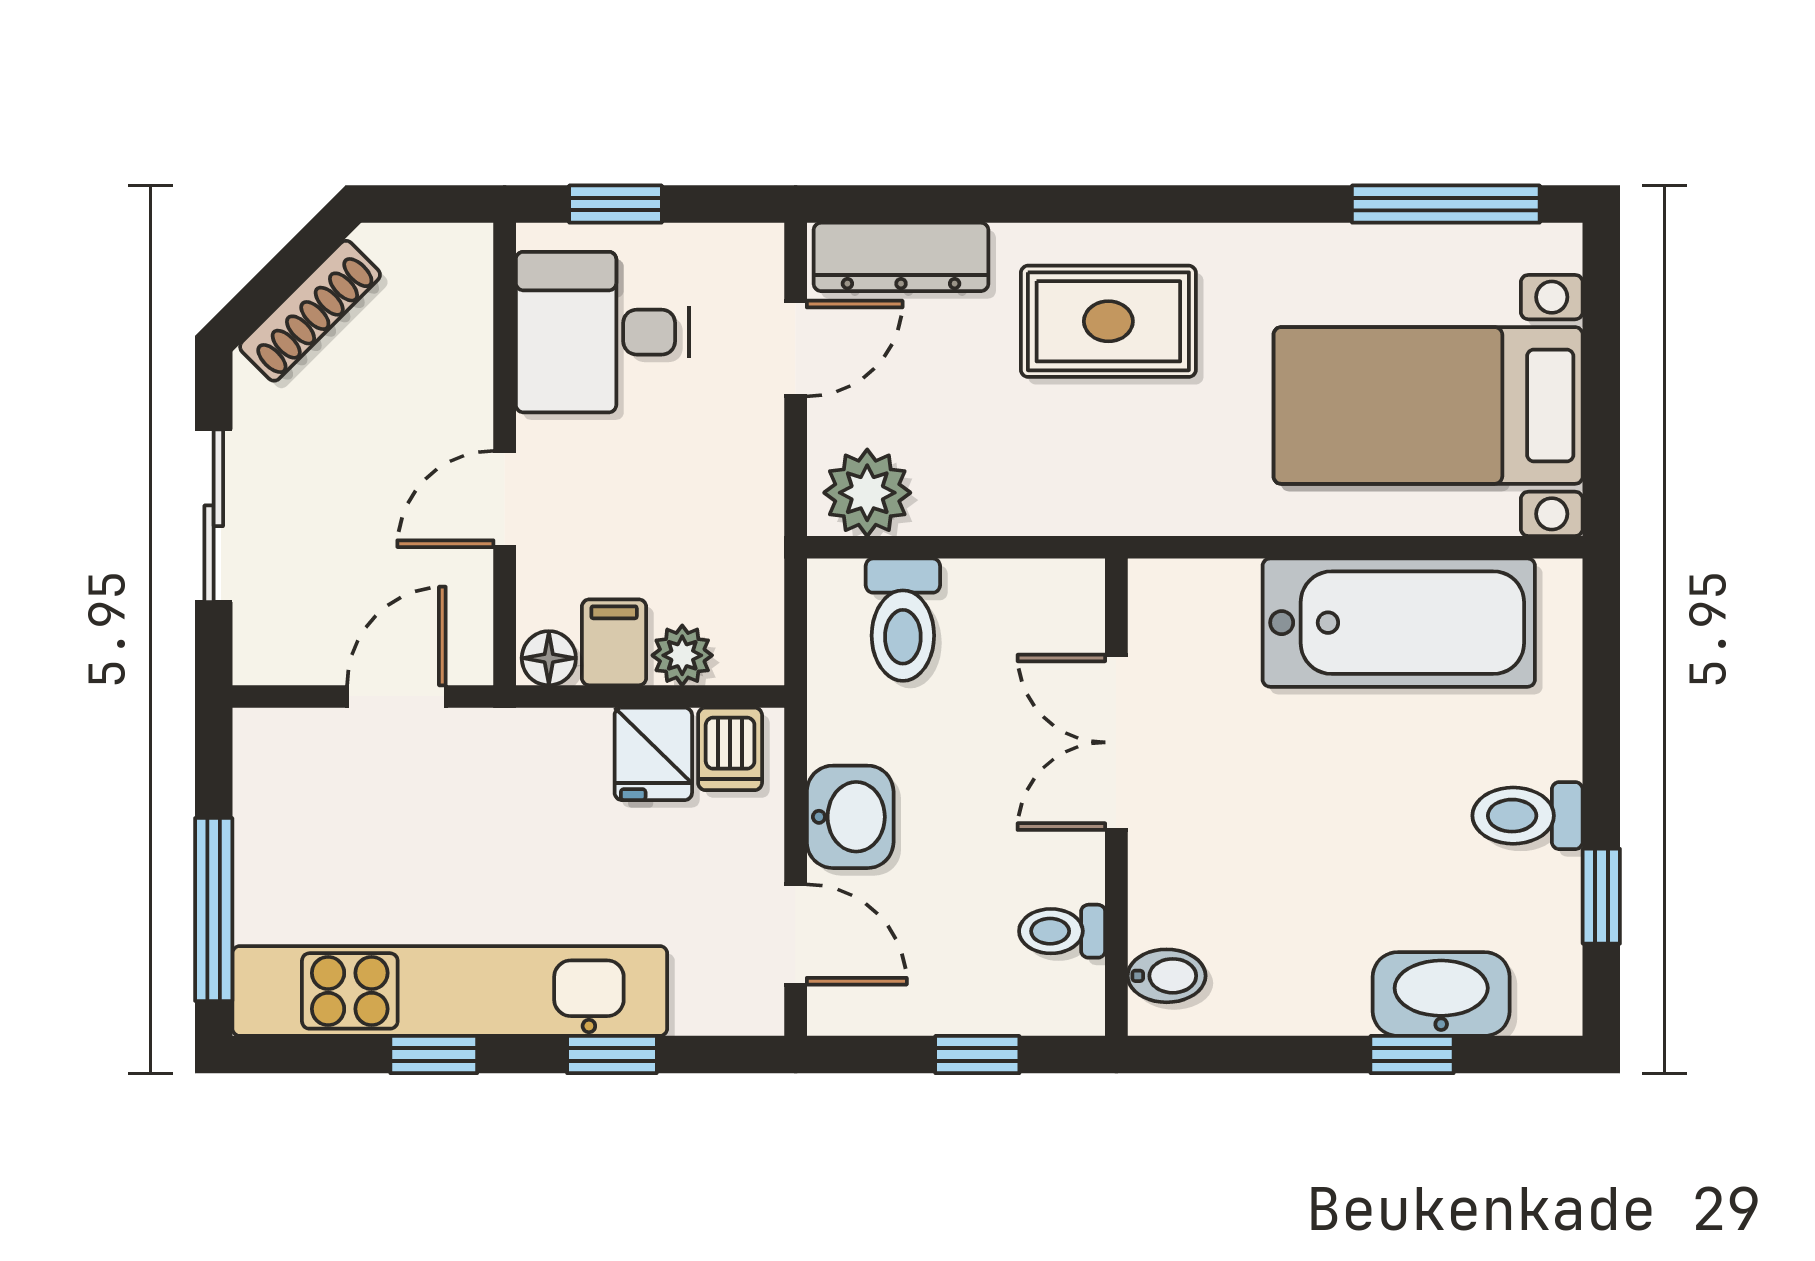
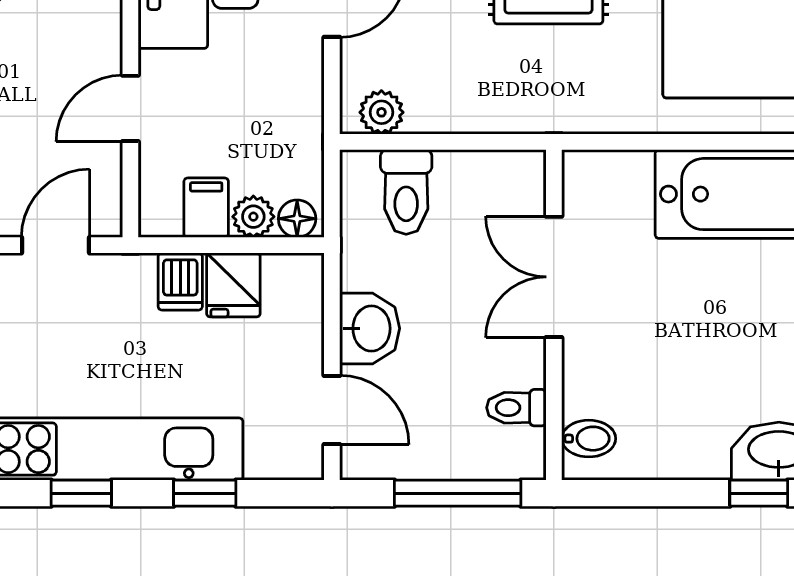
plant: (867, 493) -> (381, 112), width x0.73, depth x0.73
floor lamp: (549, 658) -> (297, 219), moved
dishwasher: (730, 749) -> (180, 281), moved
window: (977, 1055) -> (458, 493), width x2.17

